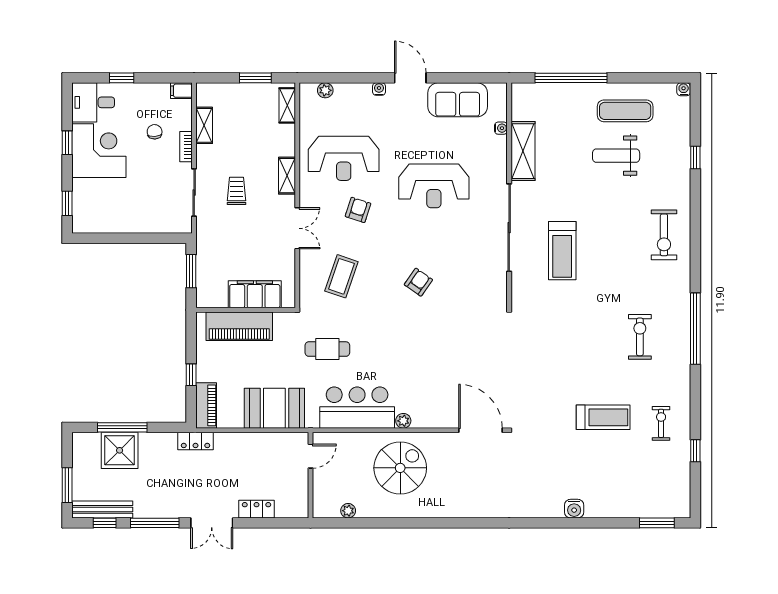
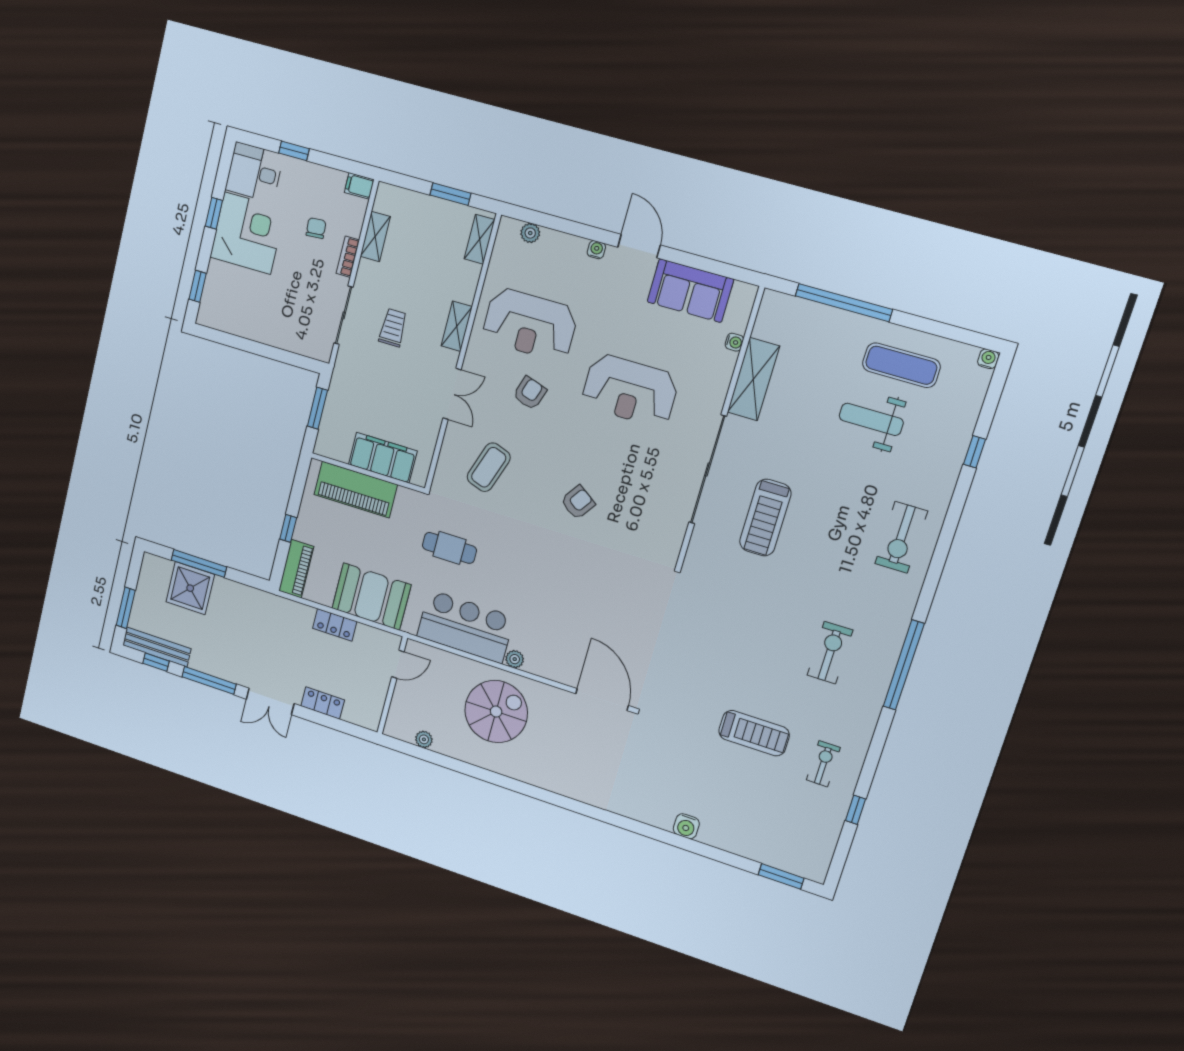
locker: (195, 441) -> (335, 625), moved

